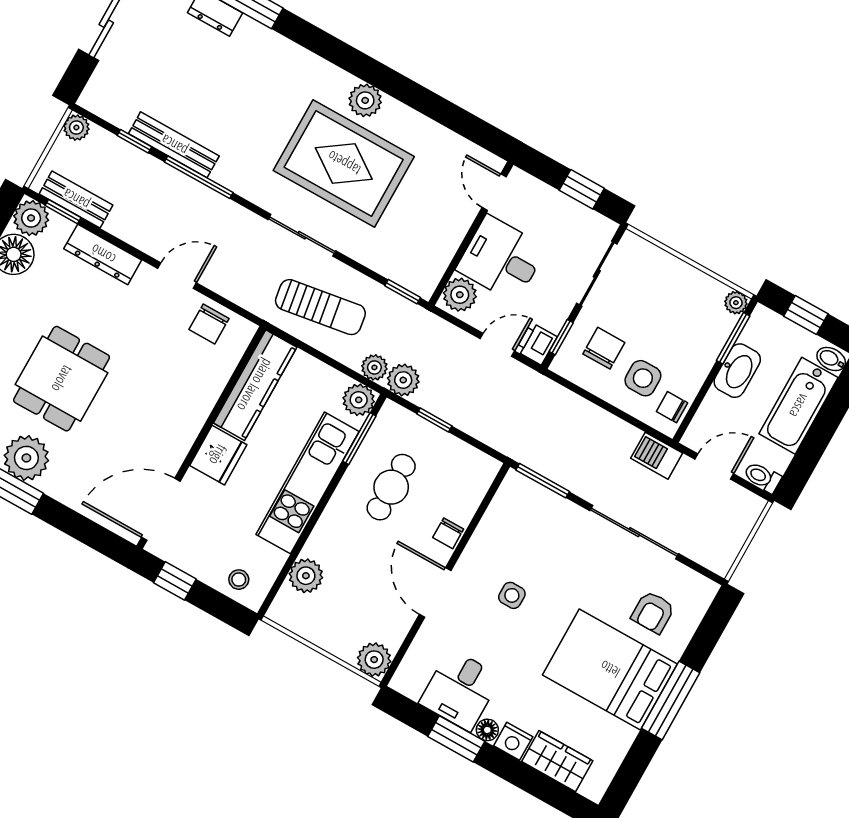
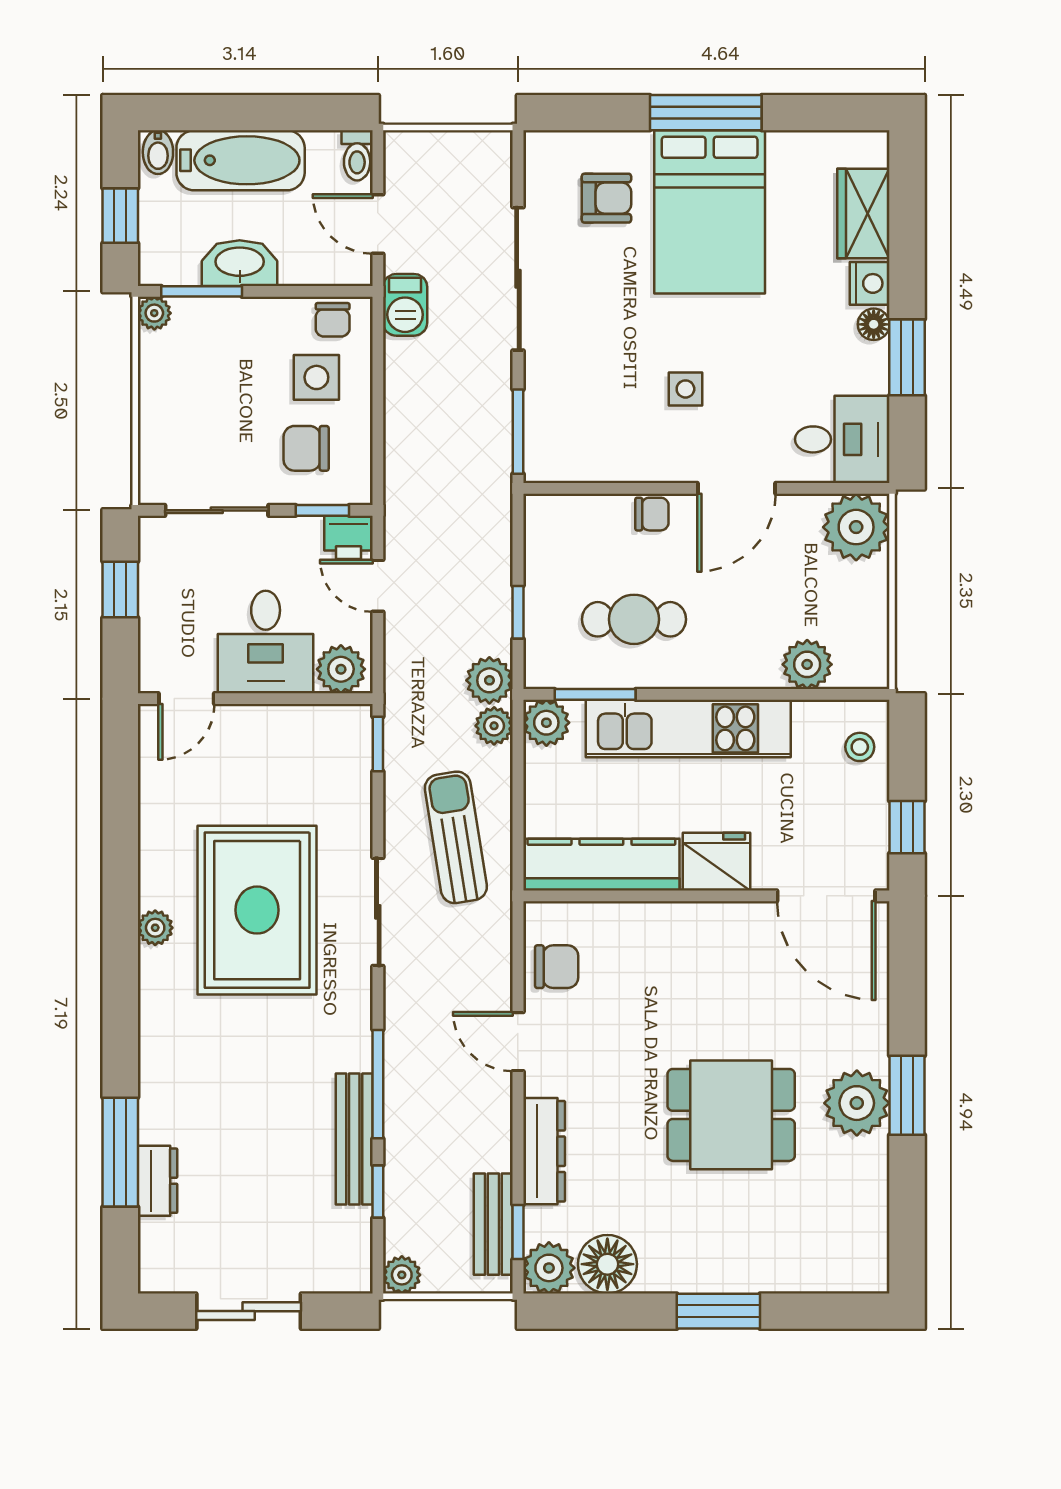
plant: (365, 100) -> (155, 928), width x0.73, depth x0.73
plant: (374, 660) -> (856, 527), width x1.36, depth x1.36
desk: (460, 690) -> (842, 439), moved

